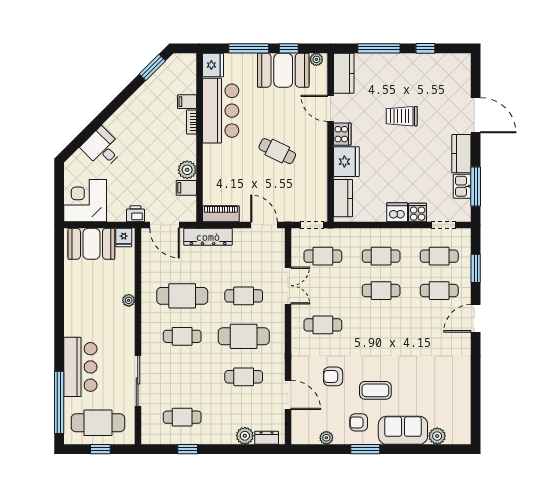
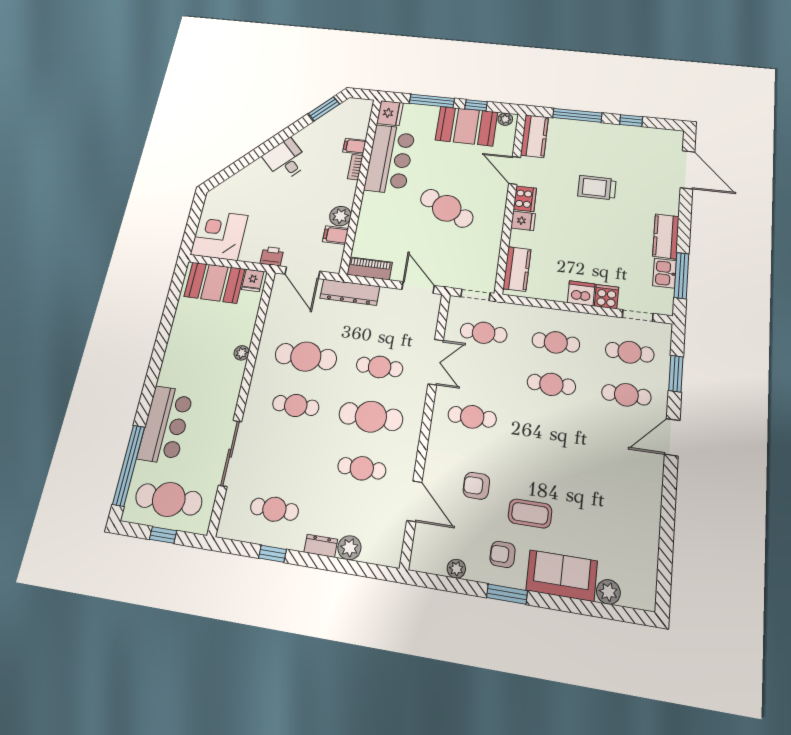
door: (476, 115) -> (688, 170), moved
desk: (102, 148) -> (286, 160), moved
cafe table: (277, 151) -> (447, 208), width x1.37, depth x1.35
fridge: (346, 162) -> (523, 221), width x0.53, depth x0.75
dresser: (267, 438) -> (321, 546), moved

